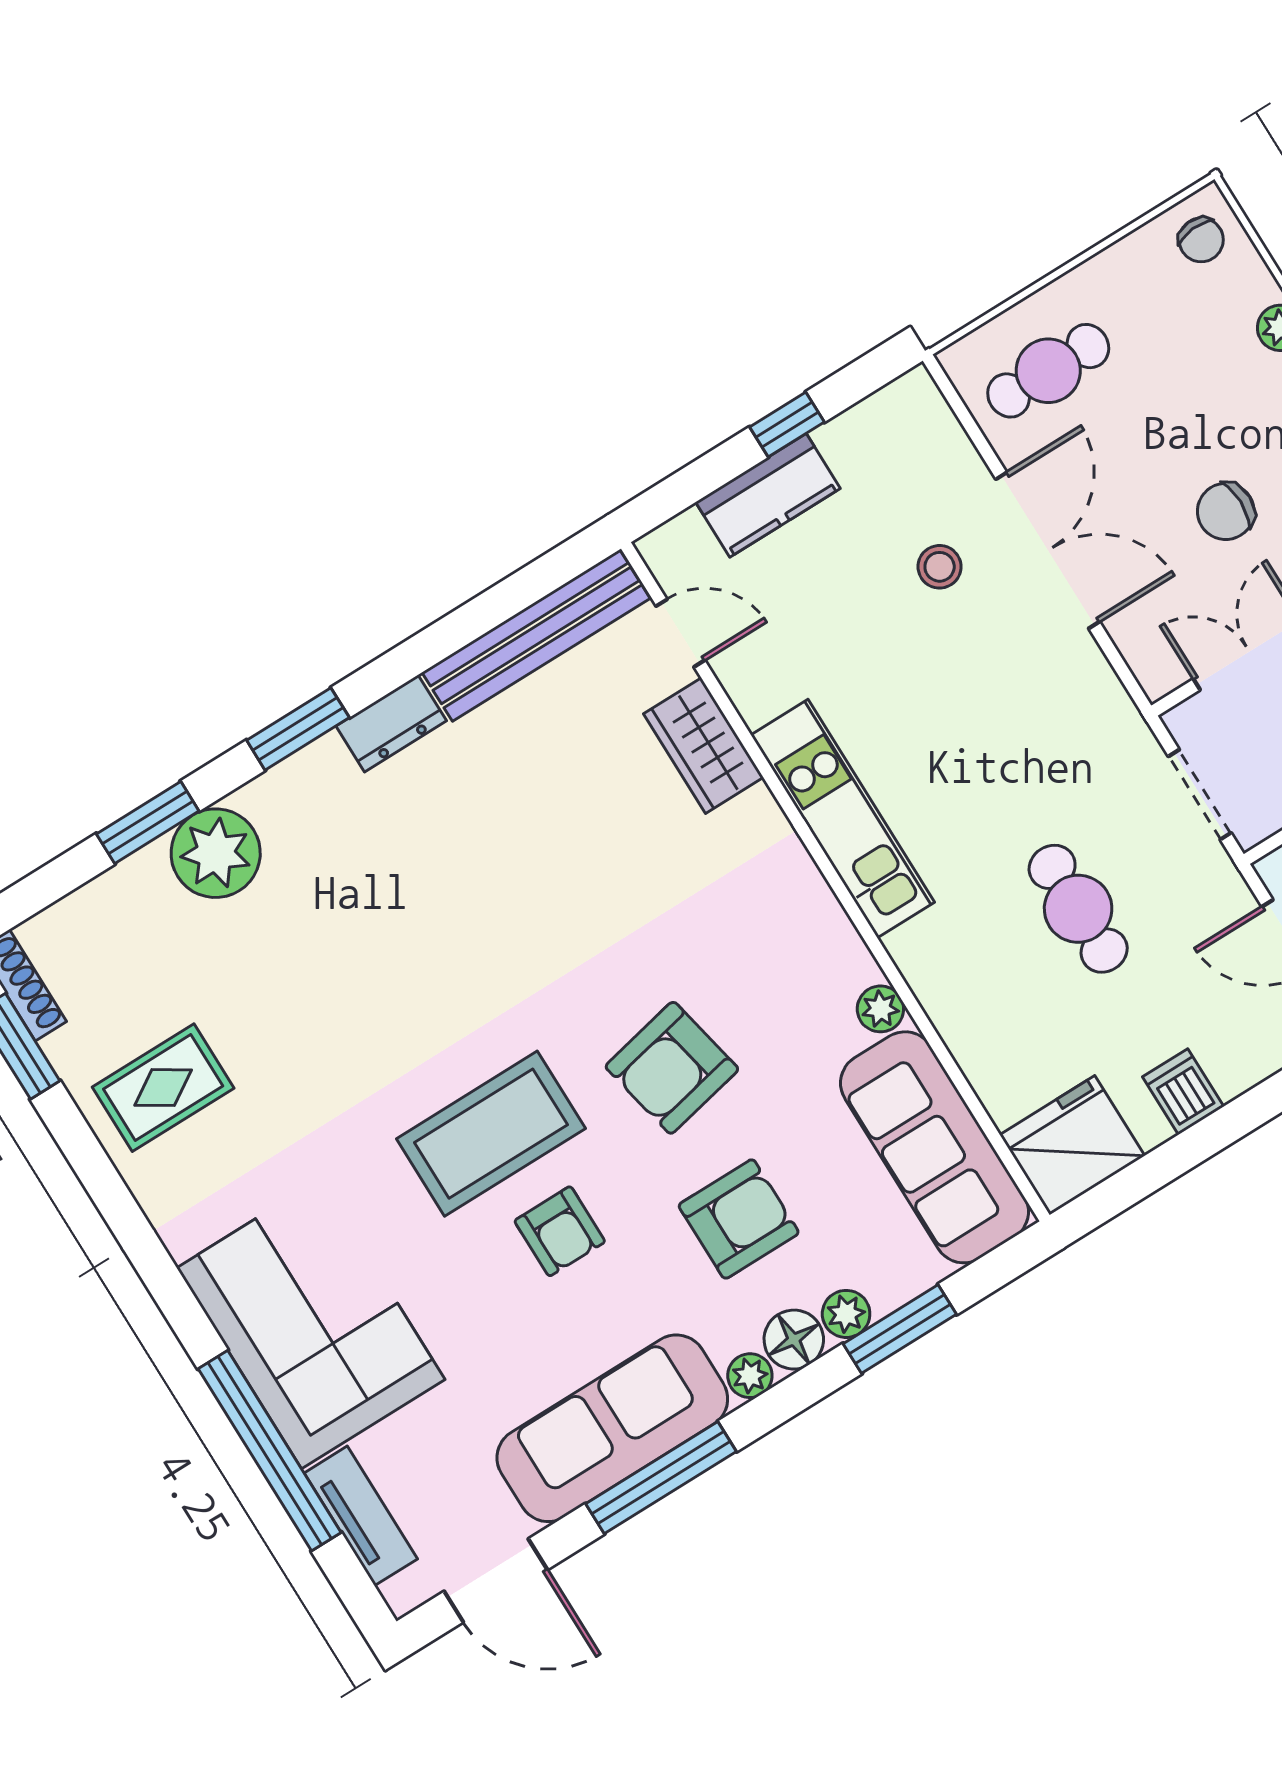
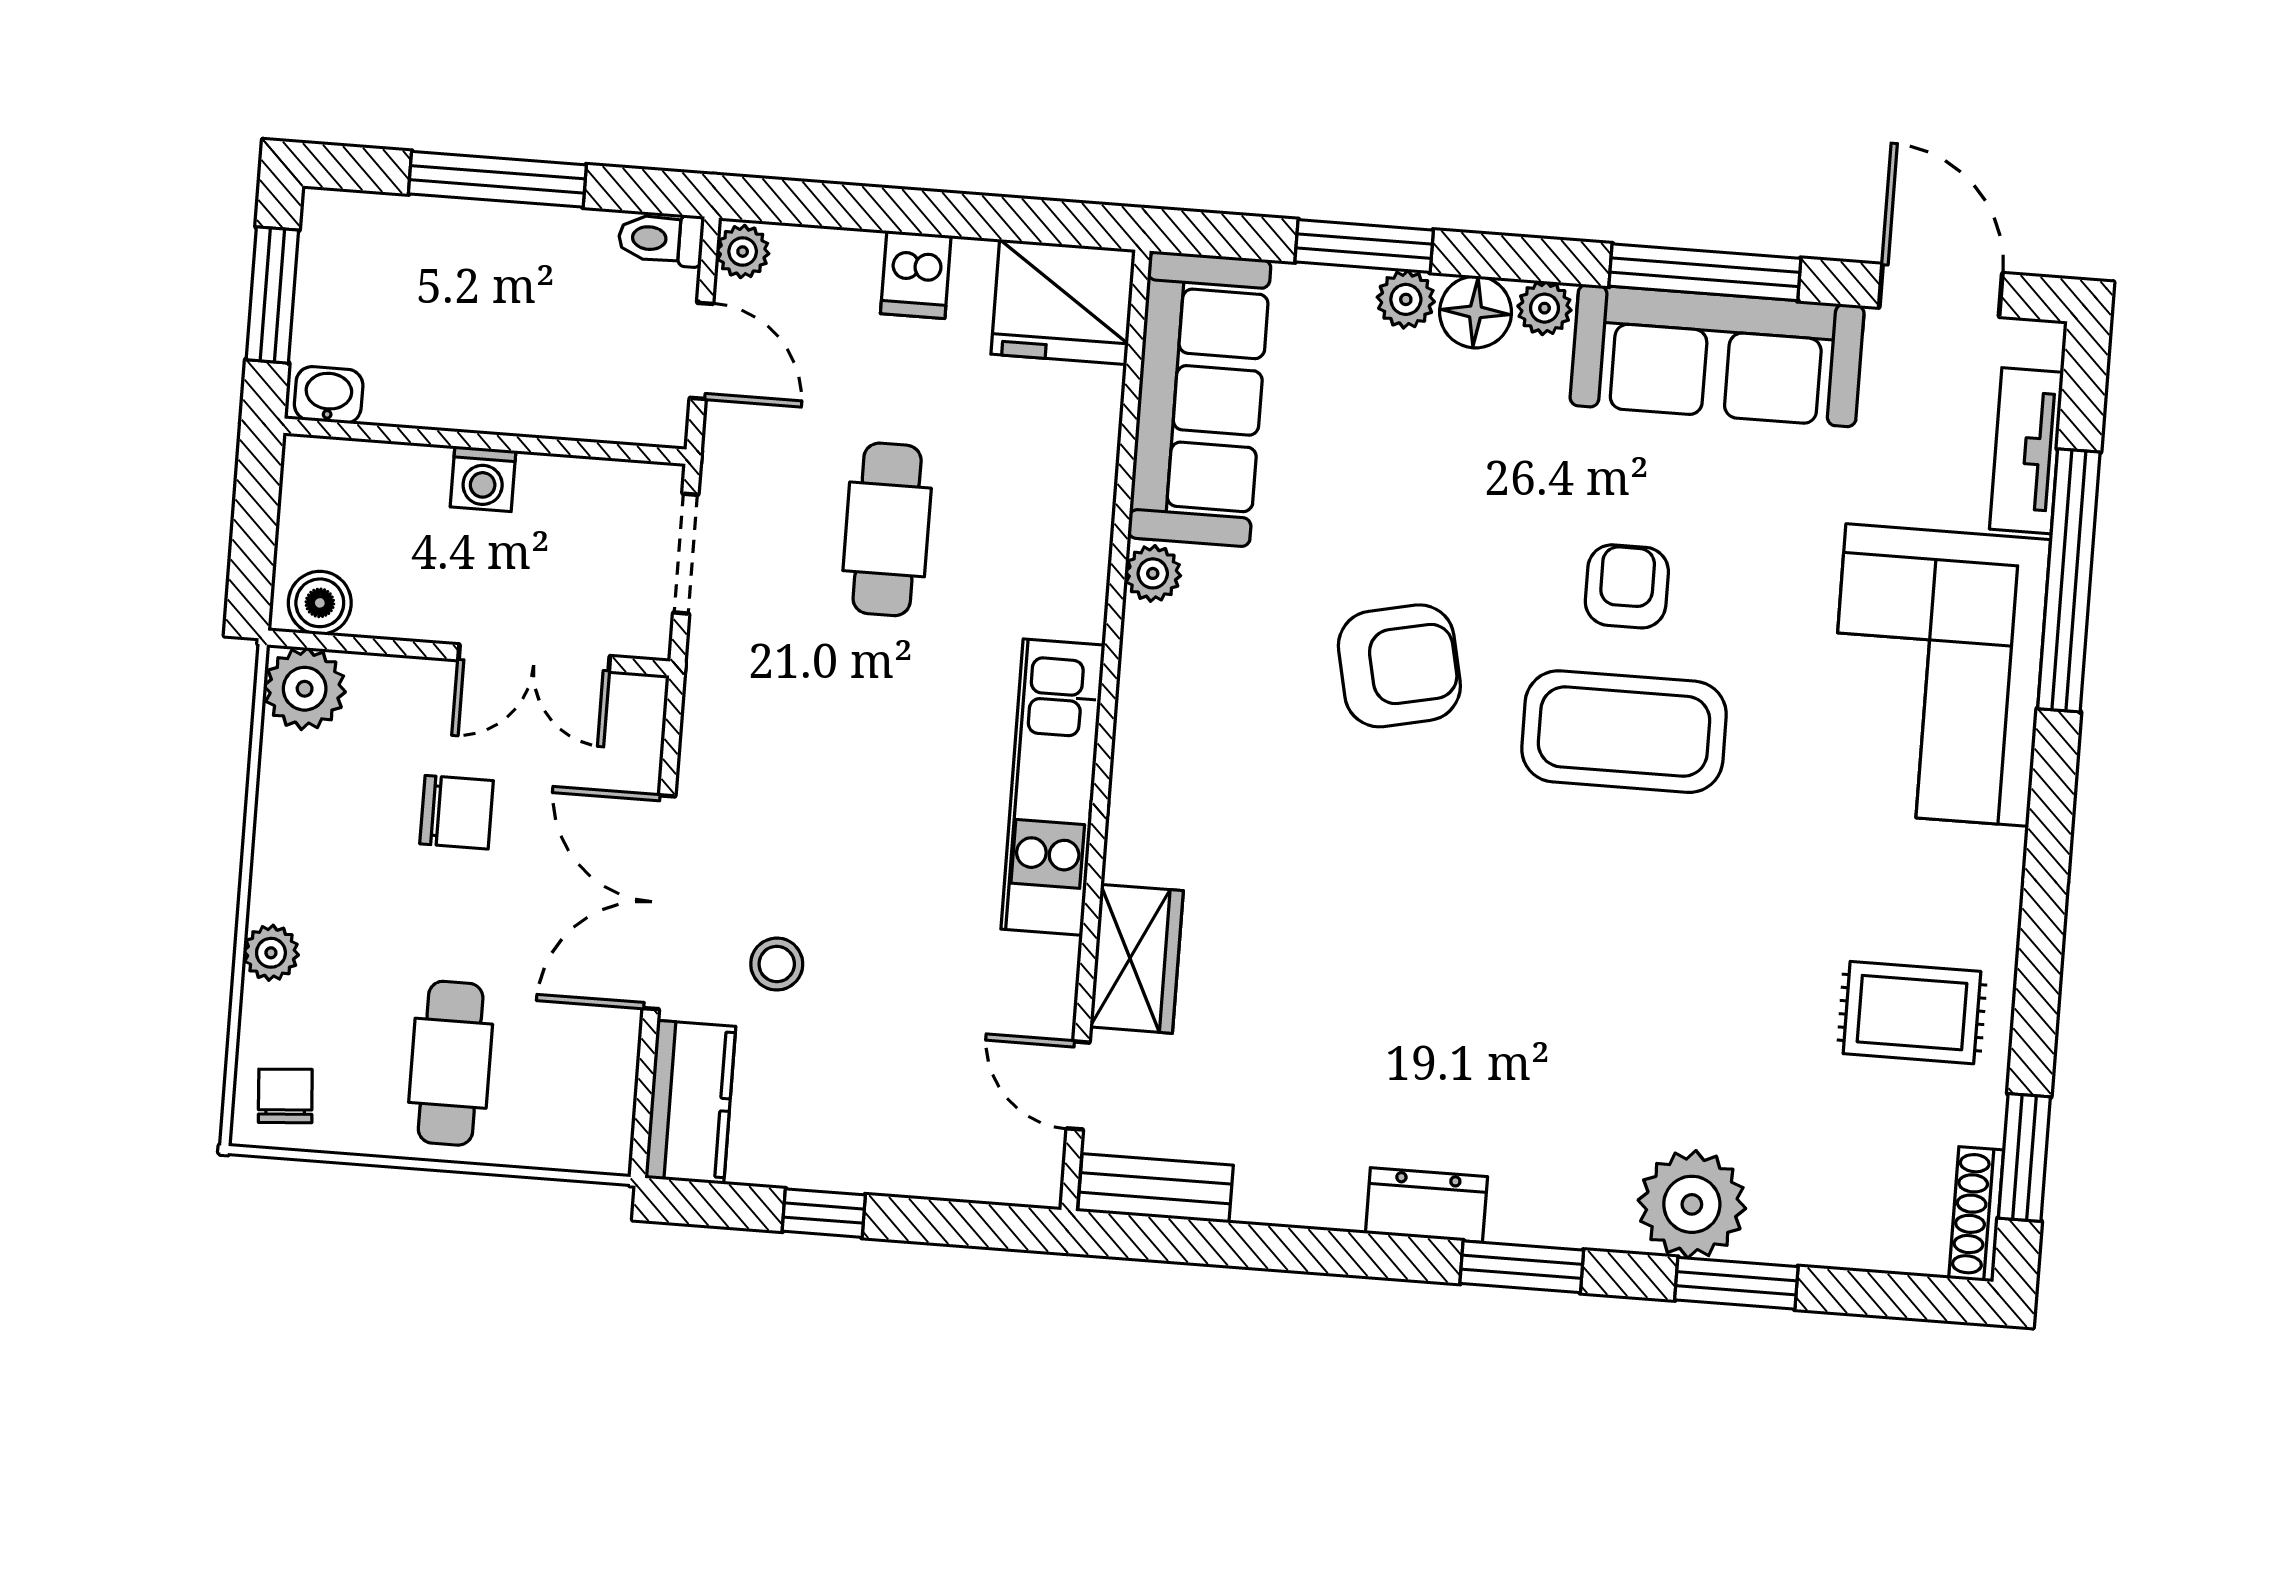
cafe table: (1048, 371) -> (451, 1063), moved, turned 90
kitchen counter: (768, 495) -> (690, 1102), moved, turned 90
bench: (536, 635) -> (1156, 1188), width x0.54, depth x0.82
armchair: (739, 1219) -> (1443, 470), removed

